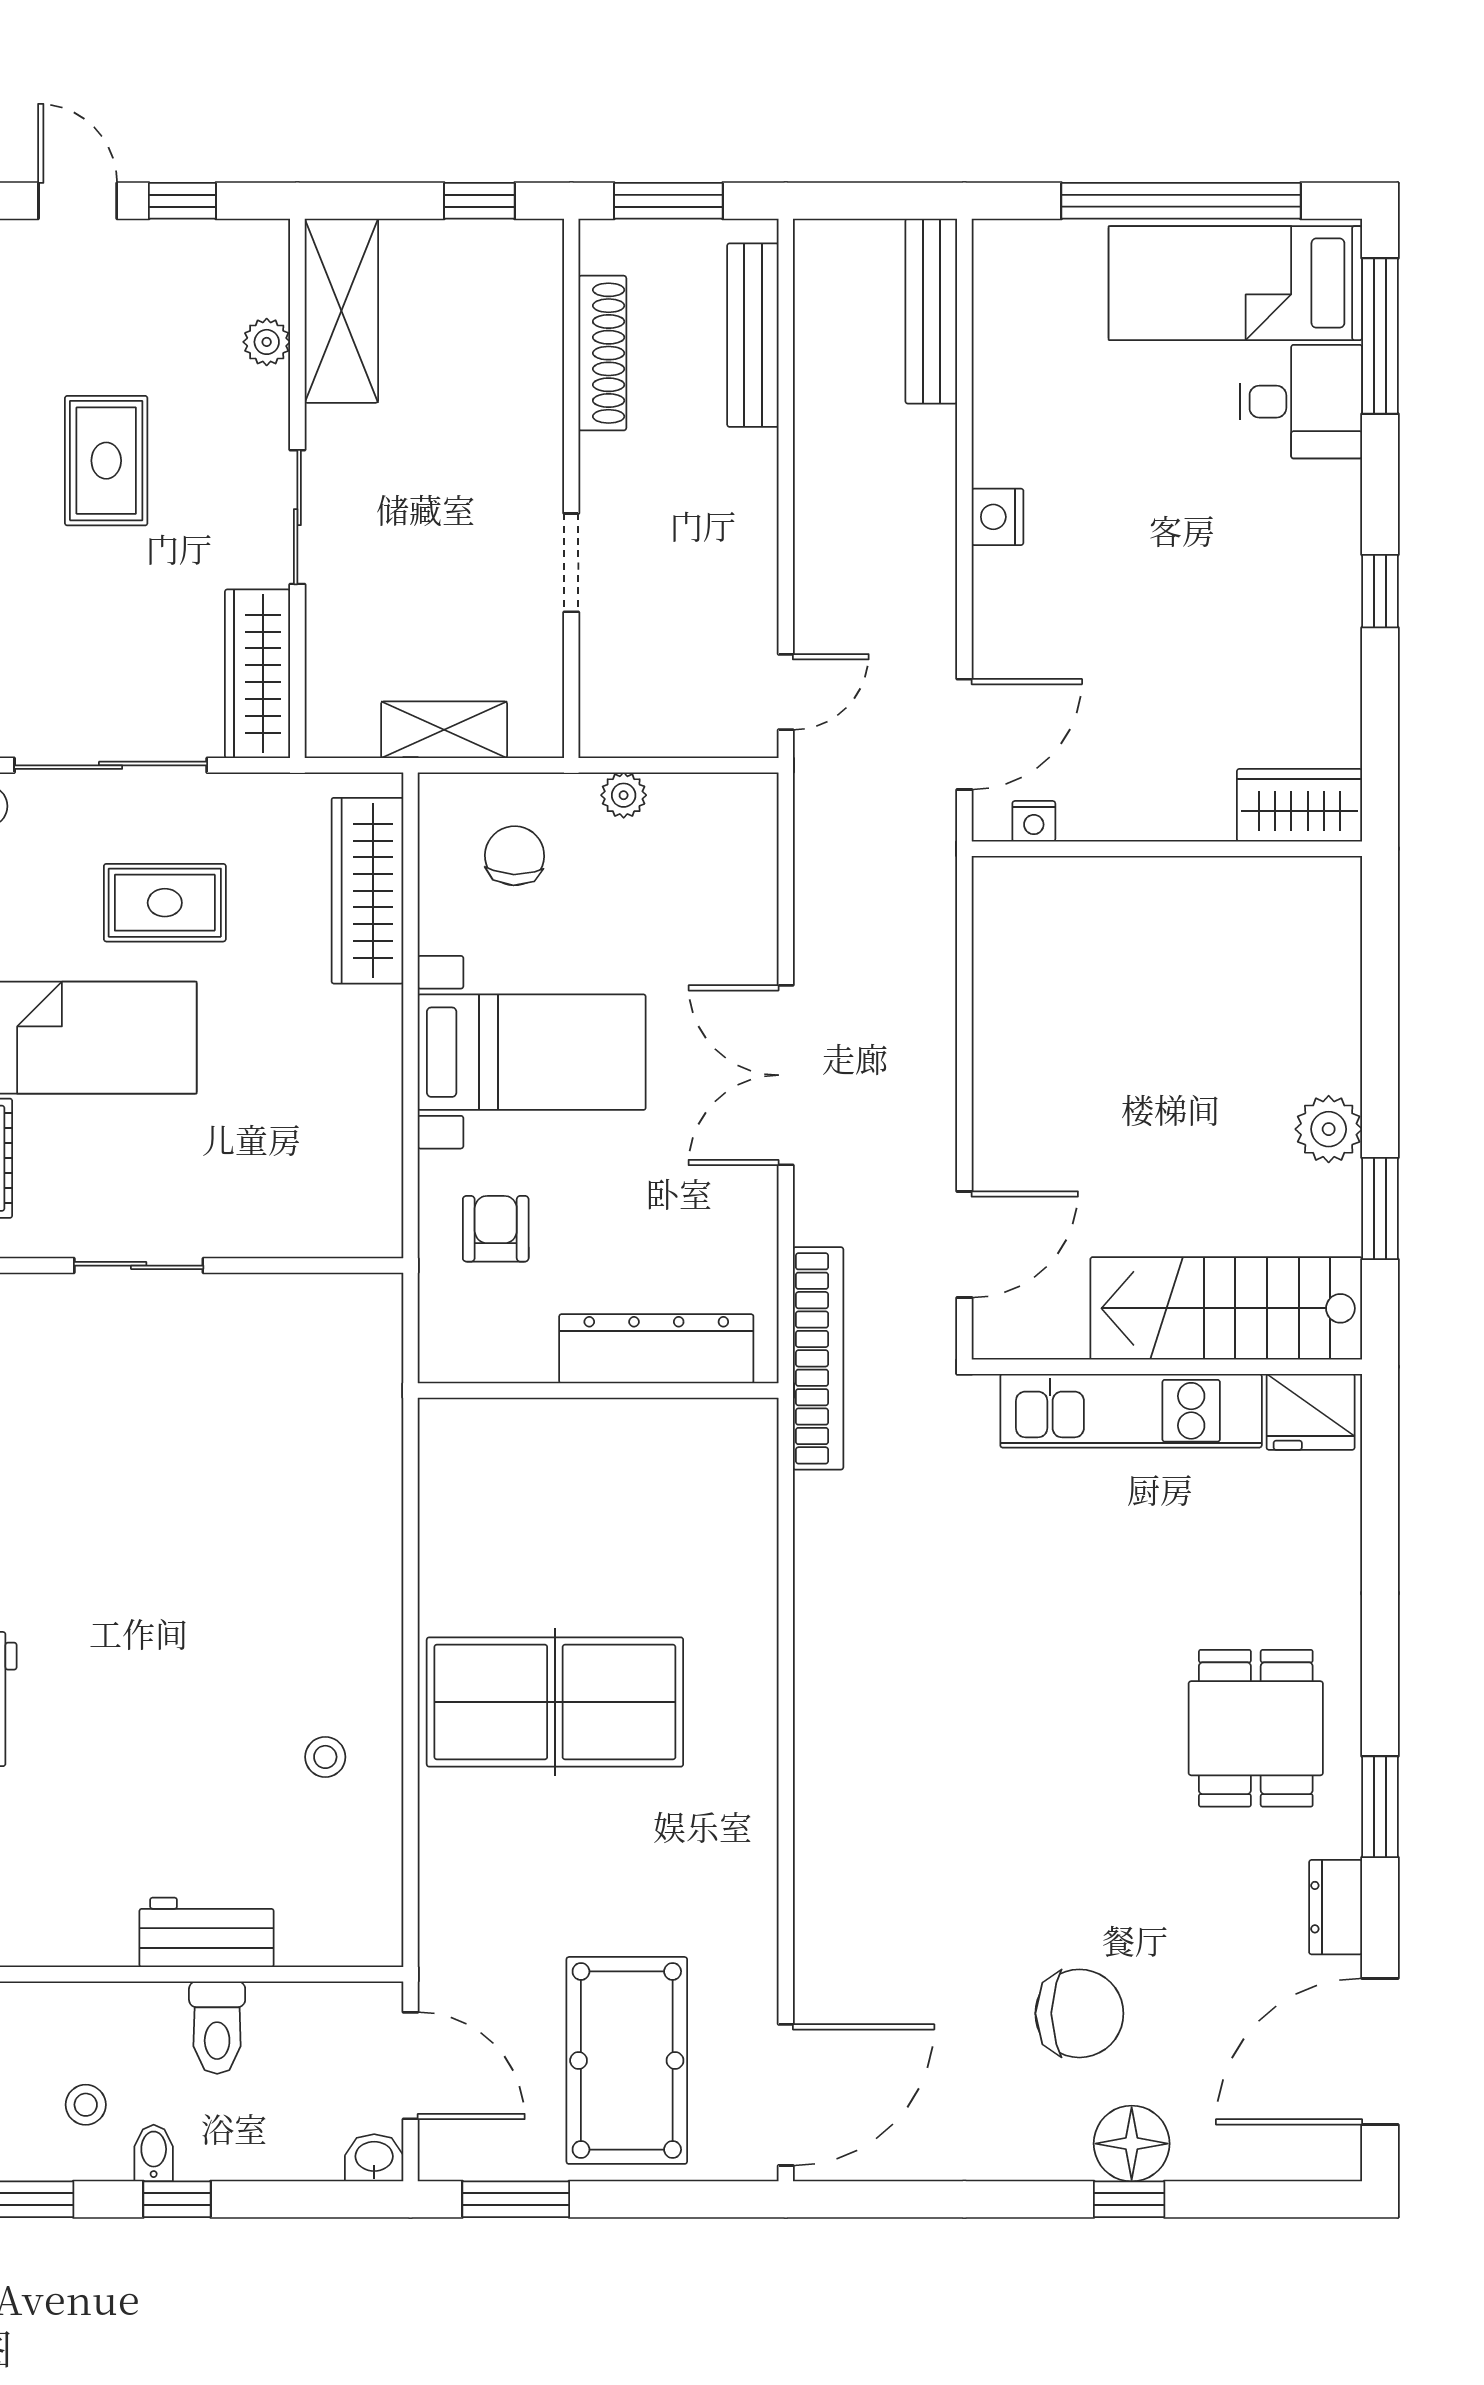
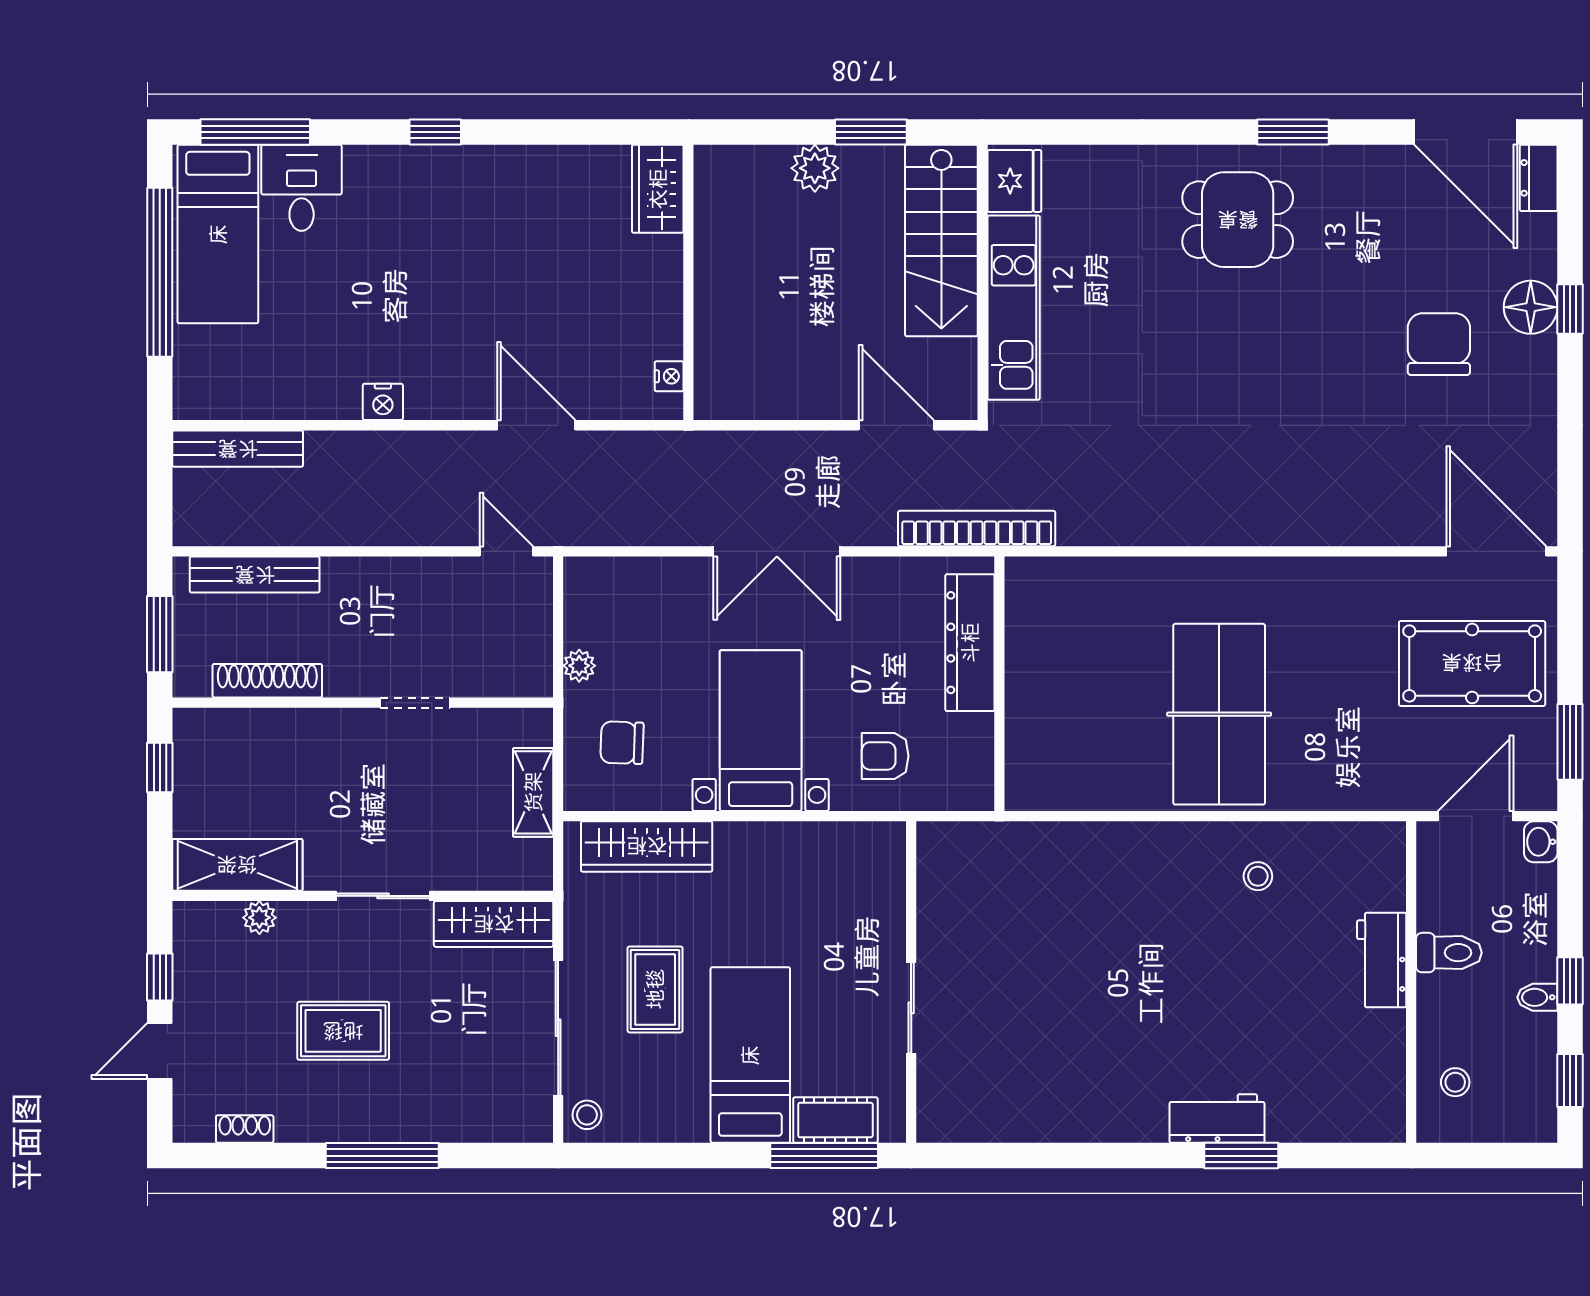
wardrobe: (1300, 805) -> (658, 189), moved
nightstand: (1034, 821) -> (669, 376), moved
wall: (1167, 849) -> (688, 282), moved
dresser: (1336, 1907) -> (1539, 178), moved, turned 90
stool: (86, 2105) -> (1455, 1082), moved

